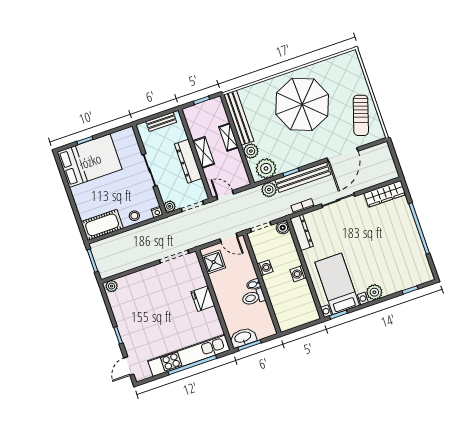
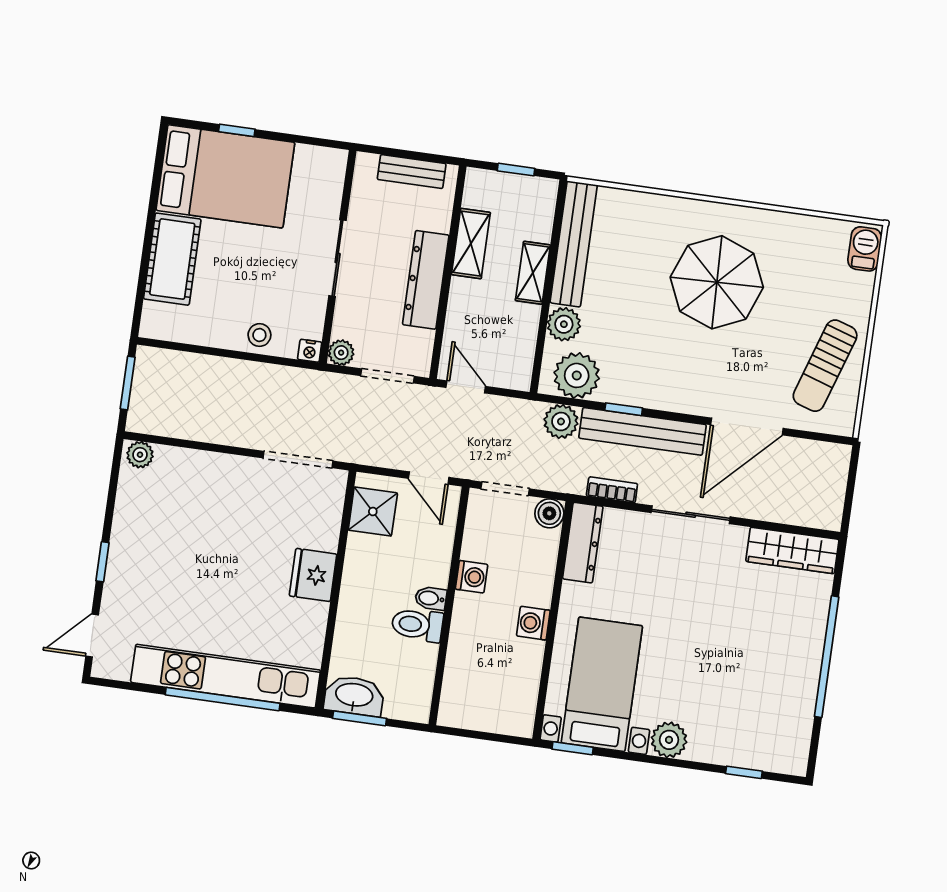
barbecue: (353, 62) -> (865, 249), added
parasol: (302, 104) -> (717, 282), width x0.73, depth x0.73
shelving: (204, 152) -> (471, 244), moved
cot: (102, 225) -> (172, 259), moved, turned 90

